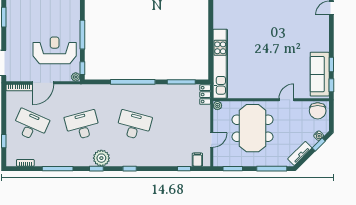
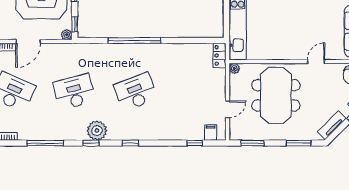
window: (181, 82) -> (192, 40), removed
desk: (134, 125) -> (136, 92), turned -36
window: (272, 169) -> (299, 143), width x0.69

